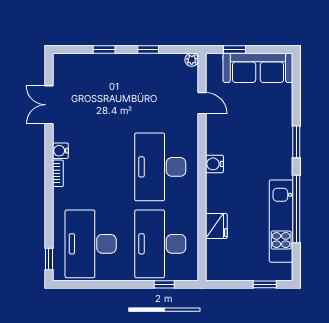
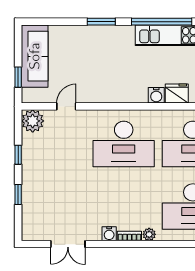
plant: (192, 60) -> (33, 121), width x1.88, depth x1.88
water cooler: (214, 164) -> (156, 95), moved
plant: (60, 195) -> (149, 234), added

